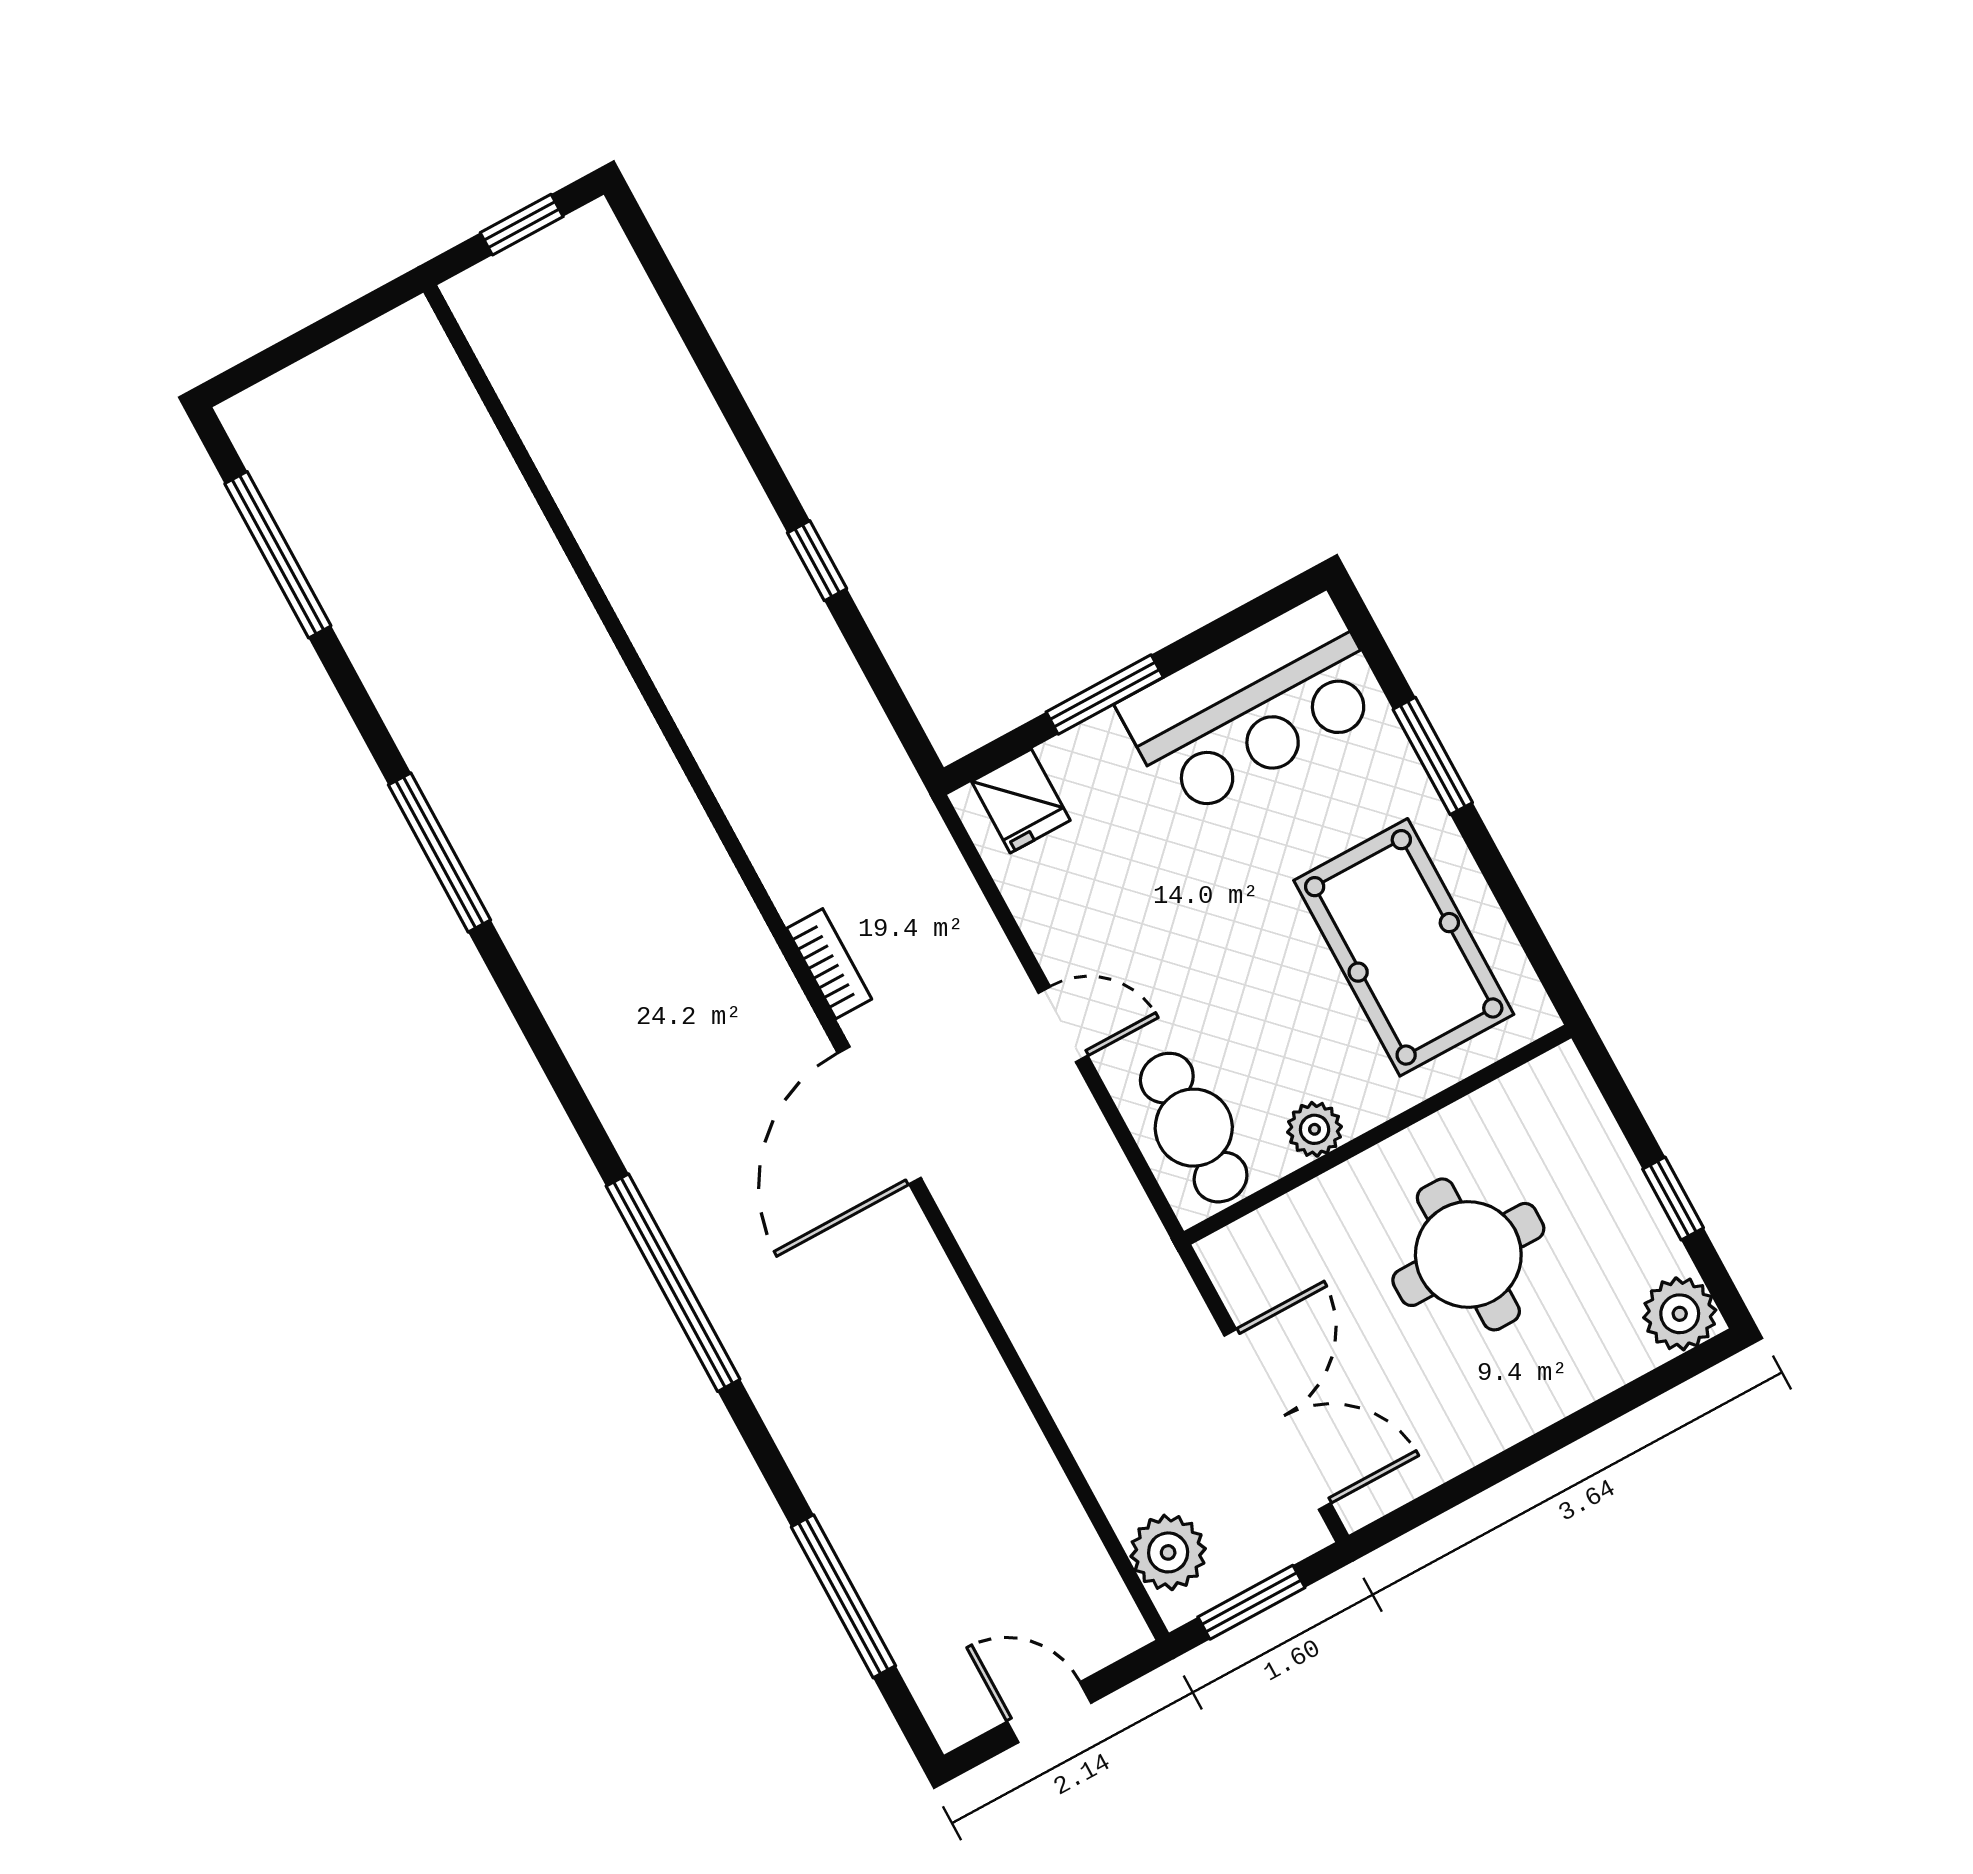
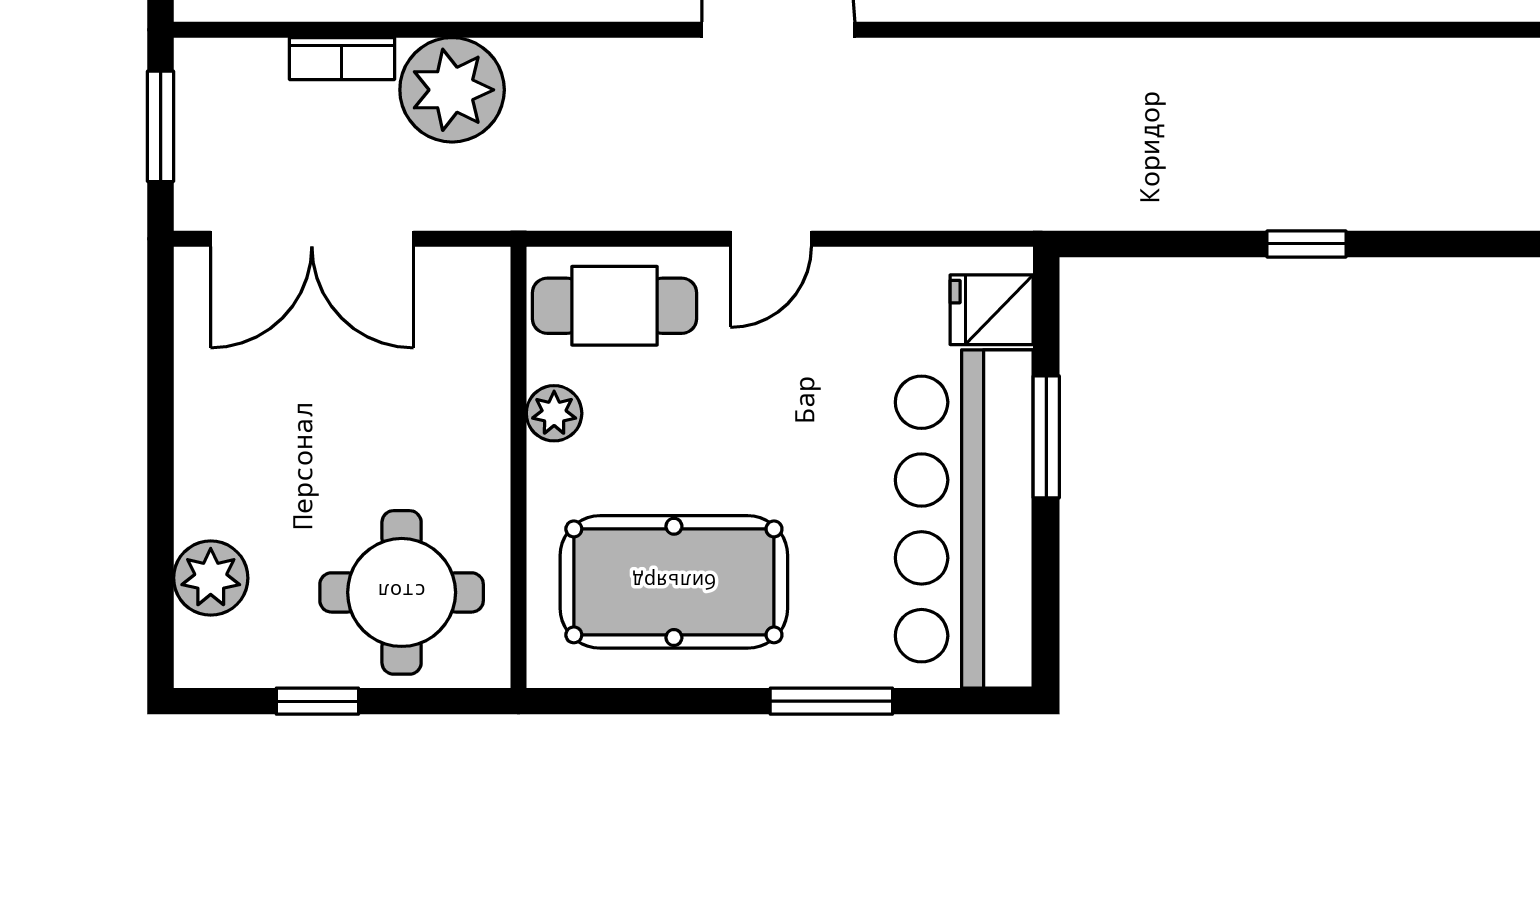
bar counter: (1253, 706) -> (964, 519), width x1.36
bookcase: (829, 964) -> (342, 59), moved
round table: (1468, 1254) -> (402, 592), moved
plant: (1680, 1314) -> (211, 578), moved
plant: (1168, 1552) -> (452, 90), moved, width x1.36, depth x1.36

